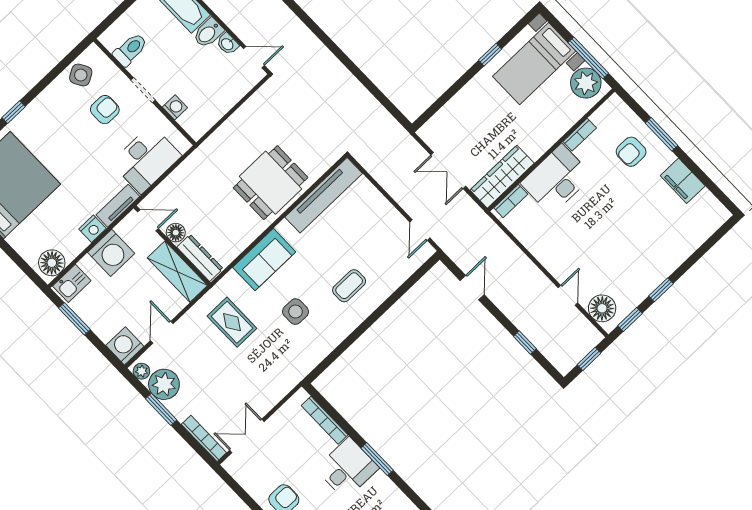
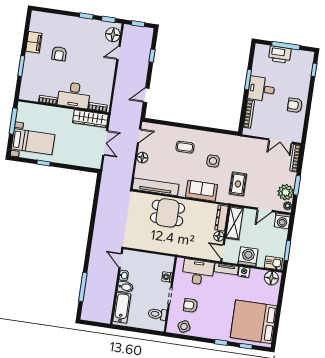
plant: (586, 83) -> (24, 114), removed
armchair: (631, 152) -> (59, 54), moved, turned 90
floor lamp: (383, 209) -> (142, 157), added

